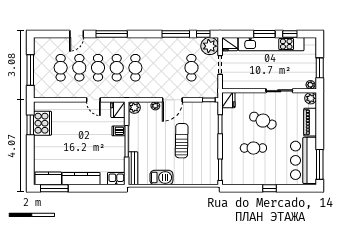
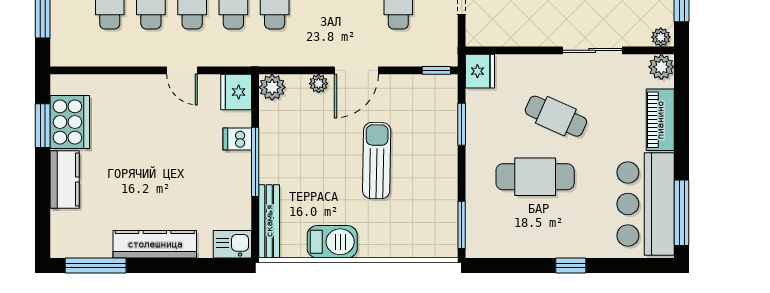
cafe table: (253, 148) -> (535, 177), width x1.37, depth x1.35
kitchen counter: (48, 178) -> (65, 179), moved, turned 90

